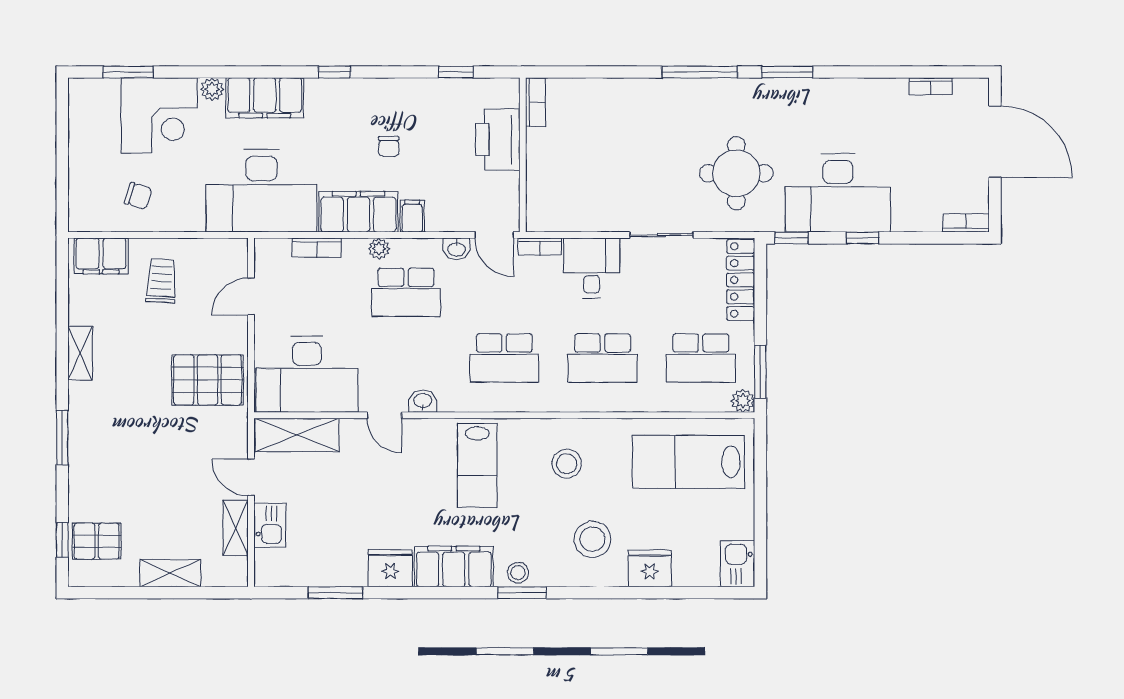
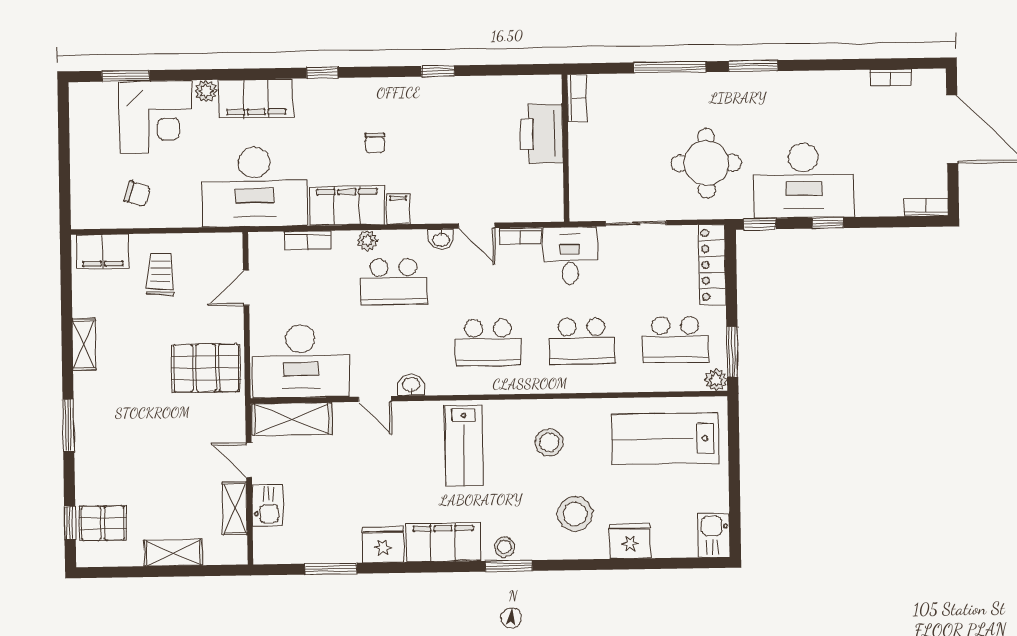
bookcase: (535, 102) -> (577, 97), moved
printer: (498, 139) -> (541, 134), moved
wall: (523, 155) -> (566, 148), moved

